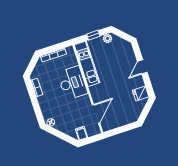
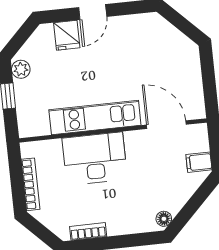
kitchen unit: (87, 64) -> (95, 117), moved
door: (142, 67) -> (93, 12), hinge flipped
fridge: (141, 94) -> (67, 35), moved

